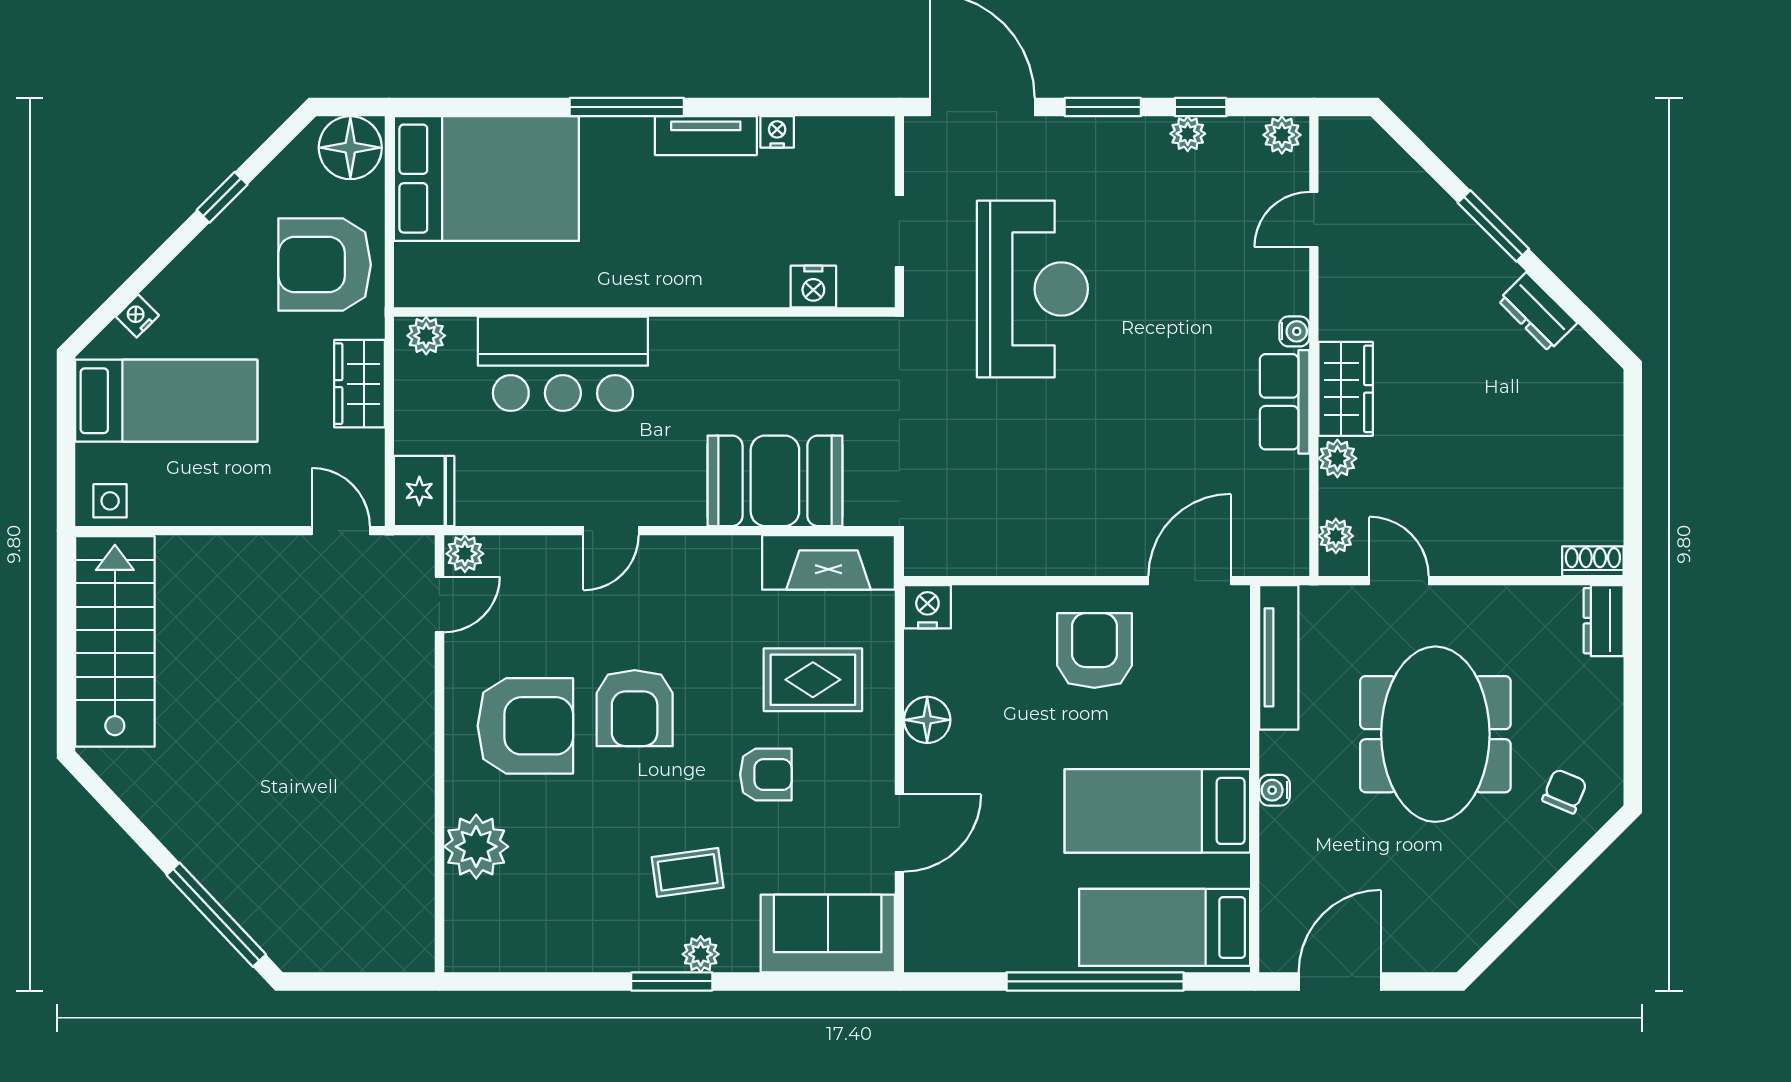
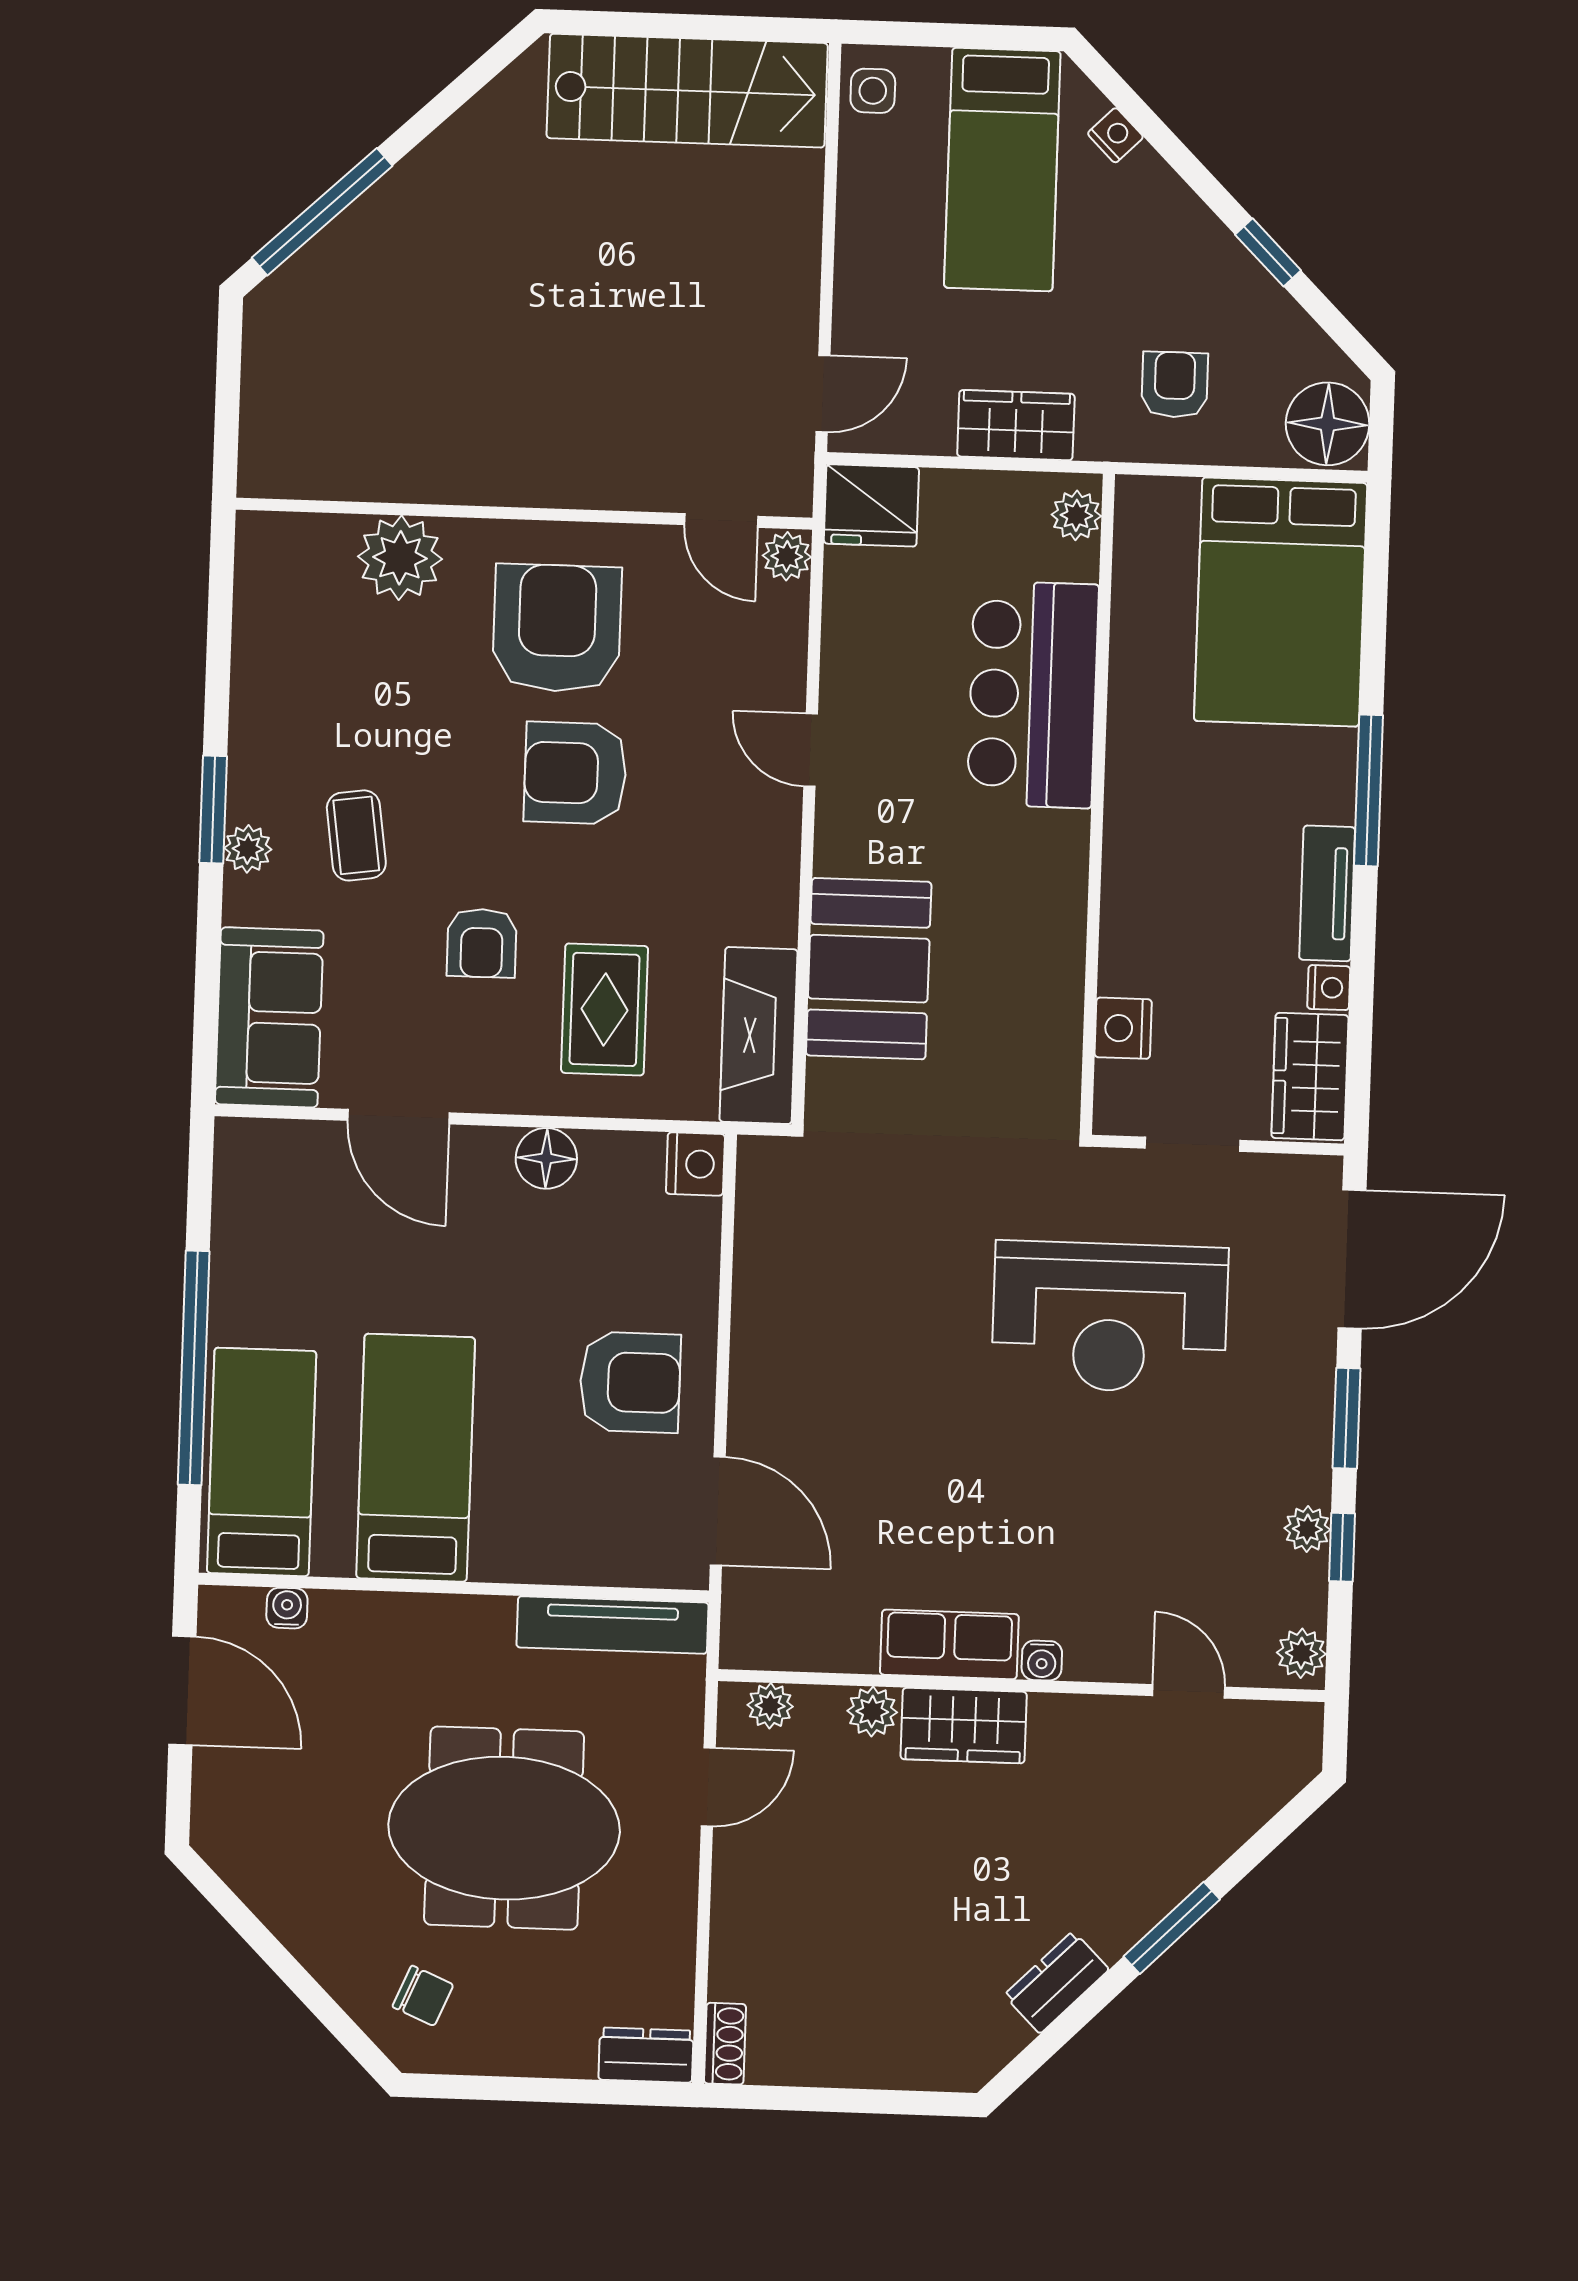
wardrobe: (845, 144) -> (1310, 1077), added
armchair: (325, 265) -> (1175, 385), width x0.53, depth x0.53
armchair: (525, 726) -> (557, 628), turned 180
water cooler: (1275, 790) -> (287, 1608), moved

